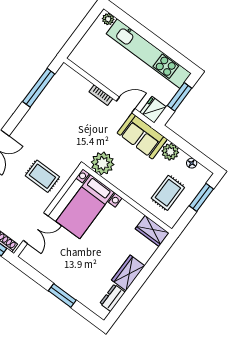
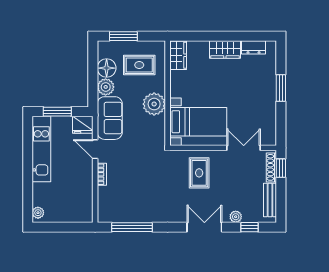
kitchen unit: (149, 54) -> (41, 149), width x0.73
plant: (103, 163) -> (154, 104), moved
floor lamp: (192, 163) -> (107, 68), width x1.89, depth x1.89

